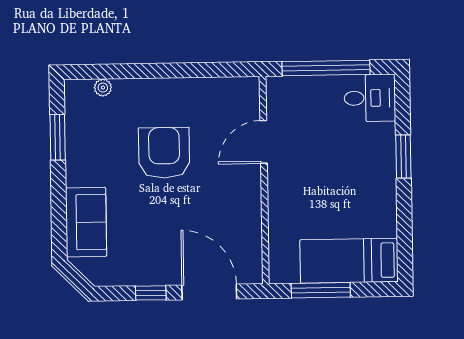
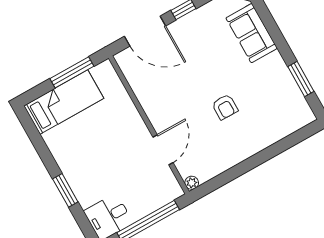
plant: (103, 88) -> (192, 183), moved
armchair: (164, 153) -> (225, 107), width x0.53, depth x0.53

